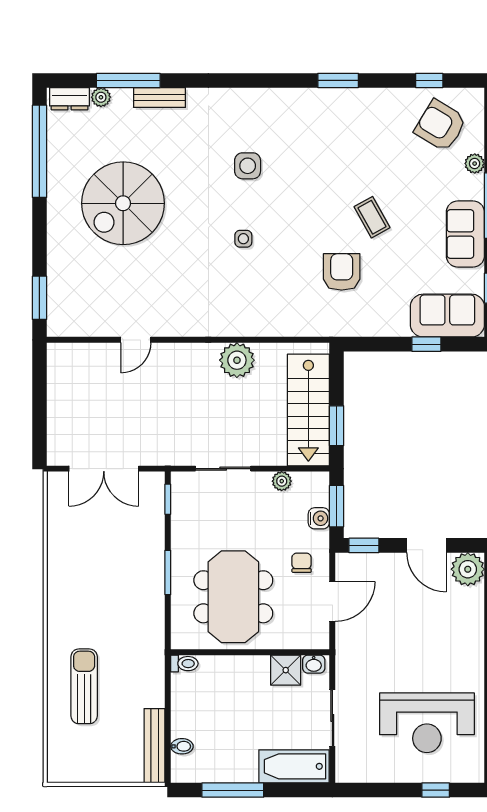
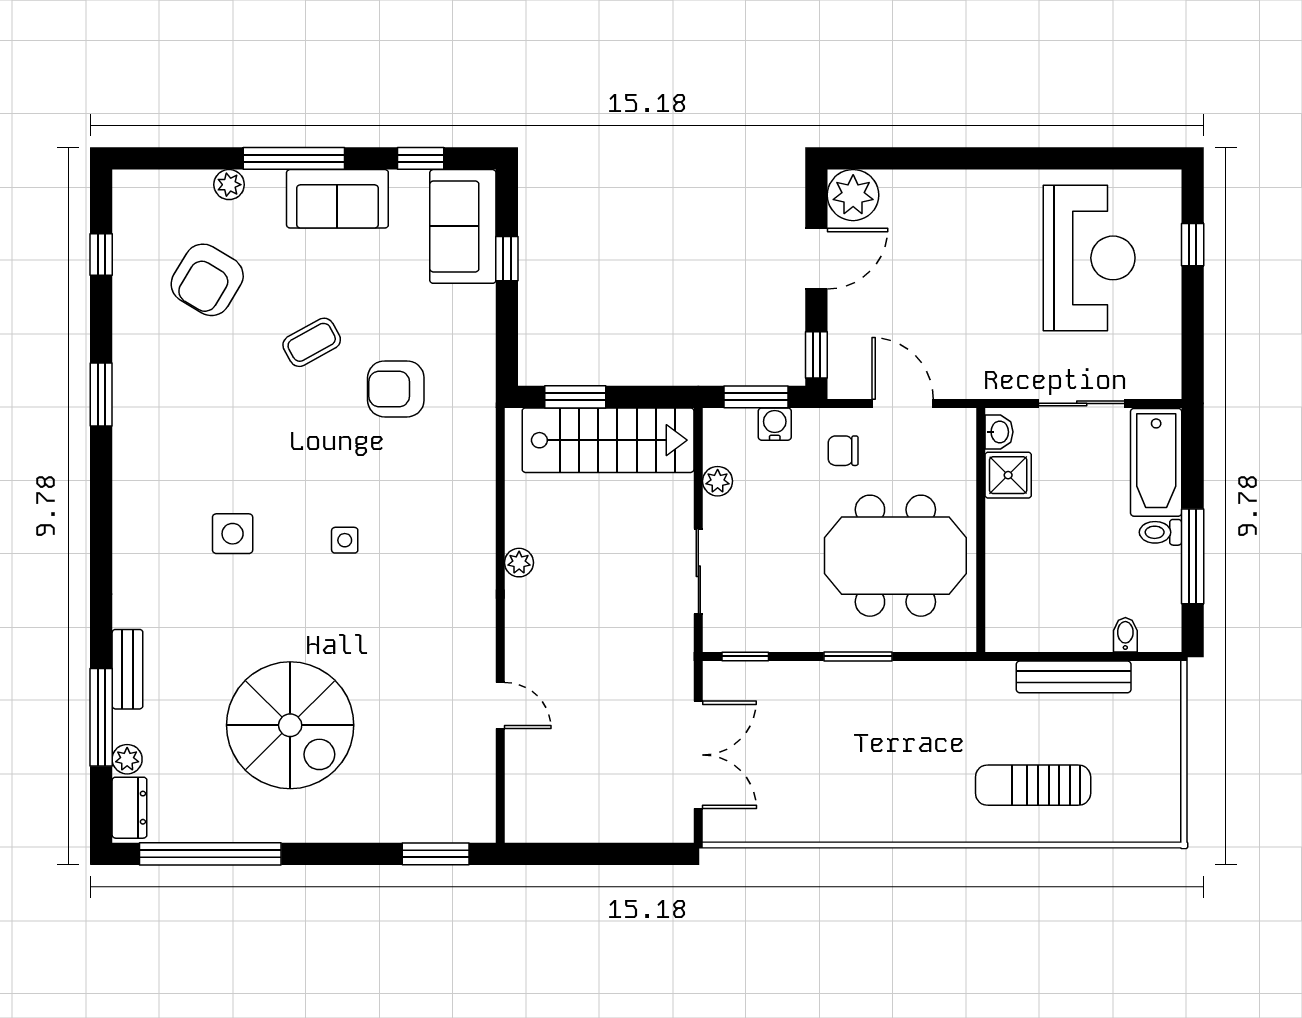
armchair: (441, 126) -> (207, 280), moved
plant: (237, 360) -> (519, 563), width x0.53, depth x0.53
window: (337, 426) -> (575, 397), moved
toilet: (184, 664) -> (1161, 532), moved, turned -90
bench: (154, 746) -> (1074, 677), moved

